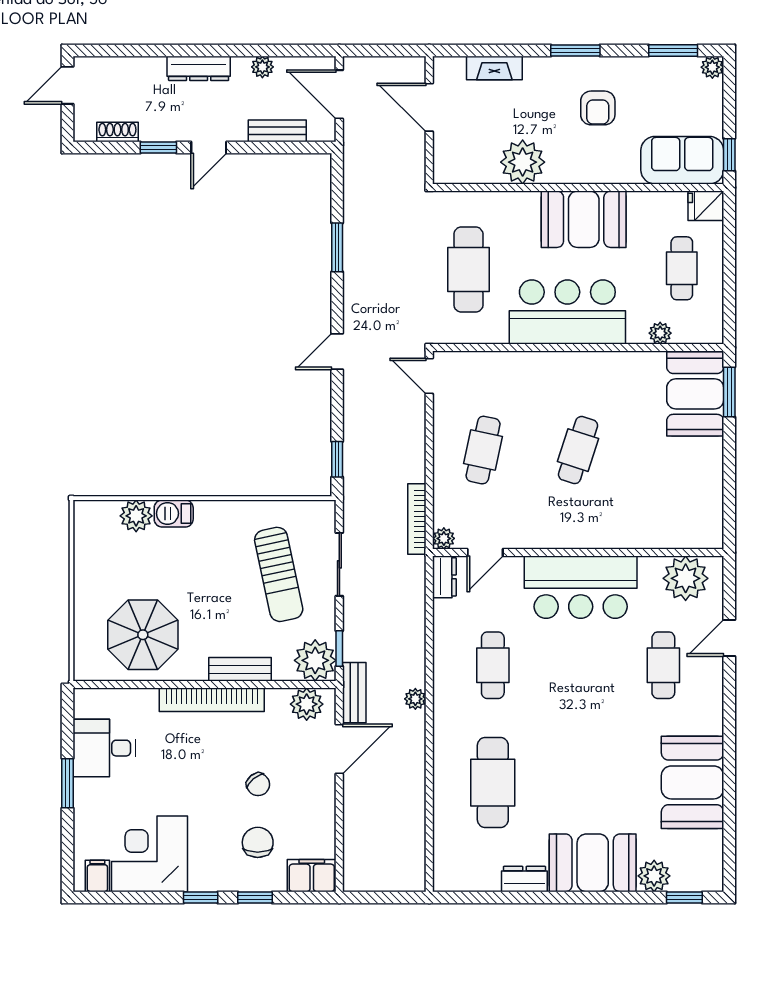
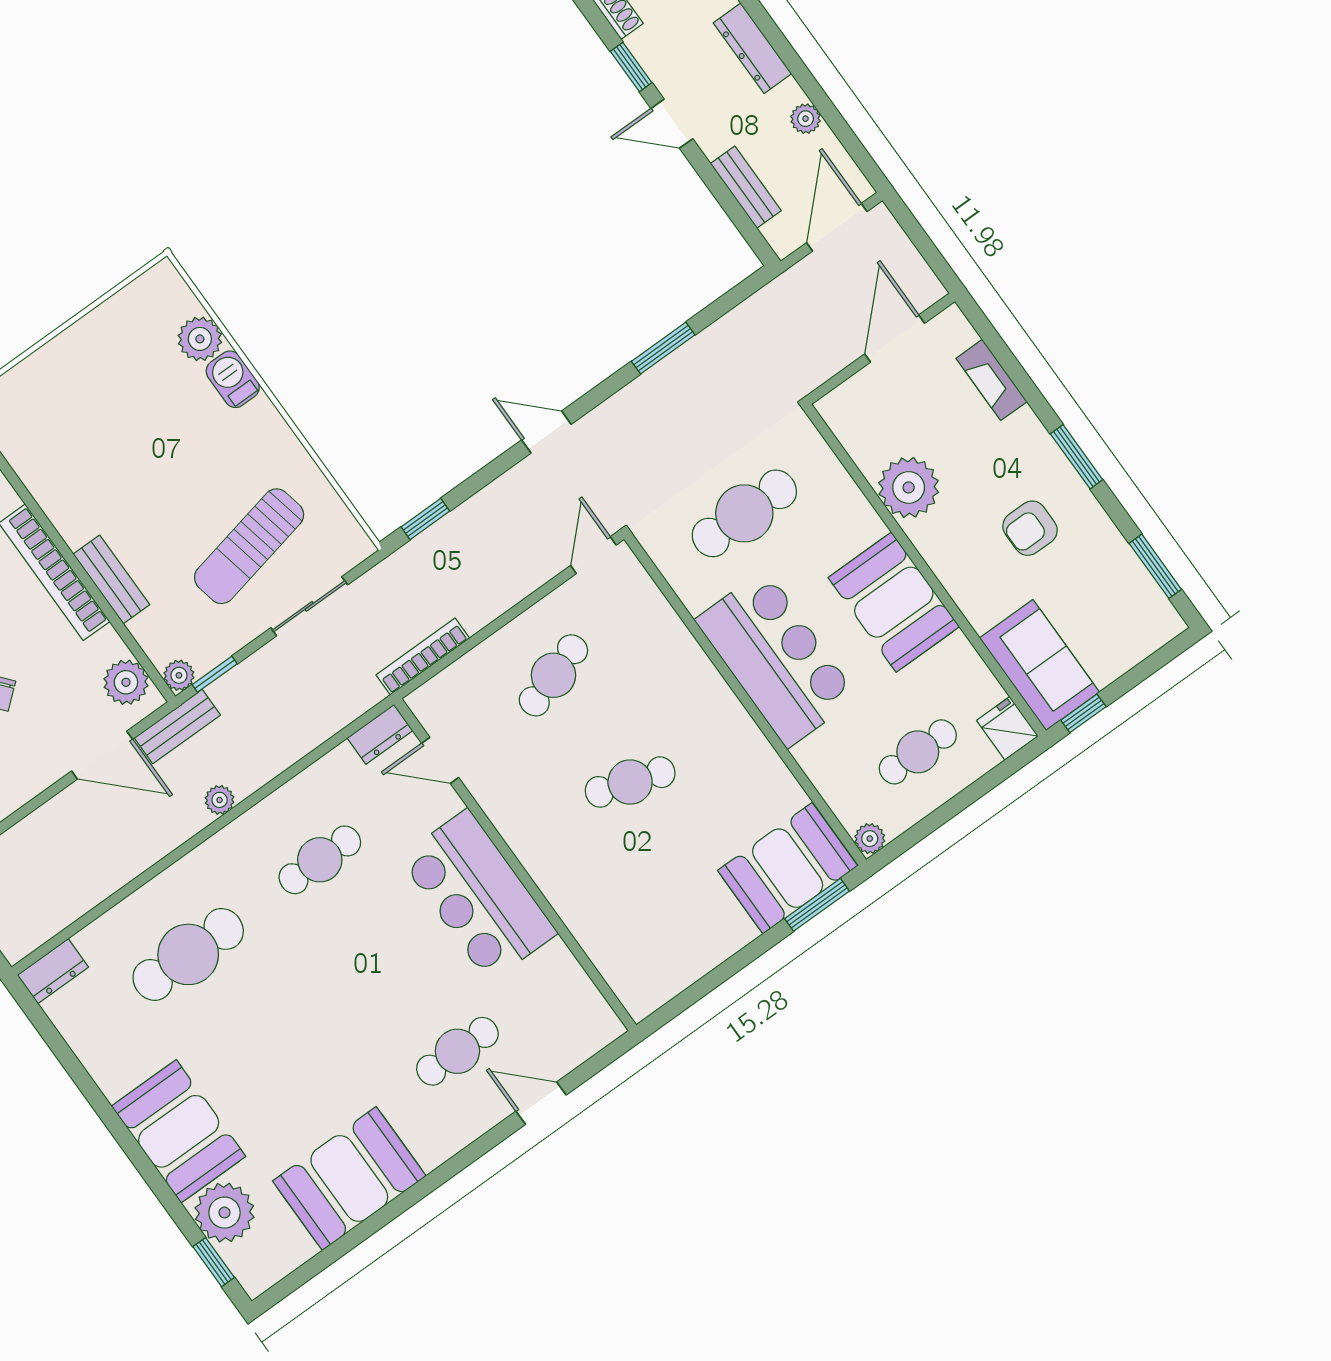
plant: (712, 67) -> (1168, 624), removed
plant: (660, 333) -> (870, 839), moved
cafe table: (483, 450) -> (553, 675), turned -30
plant: (444, 538) -> (423, 703), removed
plant: (686, 578) -> (573, 1006), removed
parasol: (143, 635) -> (72, 443), removed
plant: (315, 660) -> (179, 675), width x0.53, depth x0.53
plant: (654, 876) -> (225, 1213), width x1.36, depth x1.36
dresser: (524, 879) -> (53, 971), moved, turned 90

